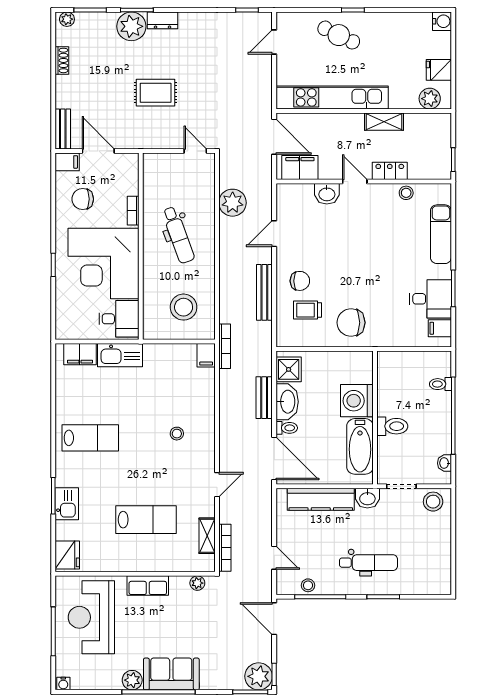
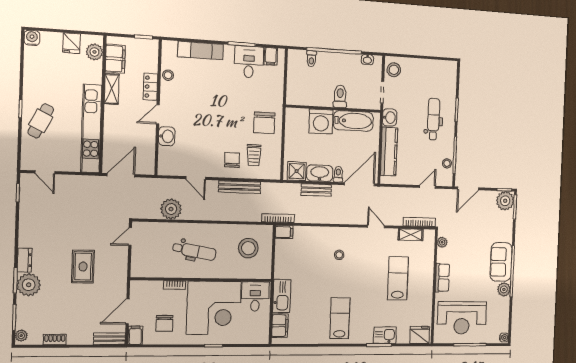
filing cabinet: (300, 168) -> (115, 59), moved, turned 180
dental chair: (178, 235) -> (194, 251), turned 30

